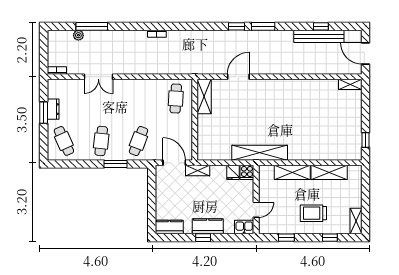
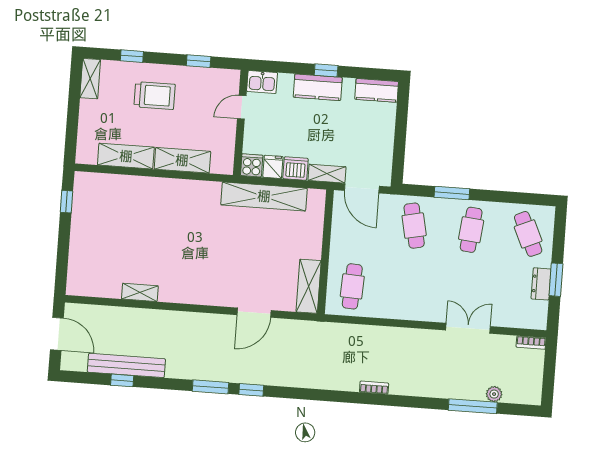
shelving: (350, 84) -> (140, 292), moved
cafe table: (138, 141) -> (414, 226), turned -33
shelving: (260, 153) -> (264, 196), moved
dishwasher: (218, 172) -> (295, 169), added

